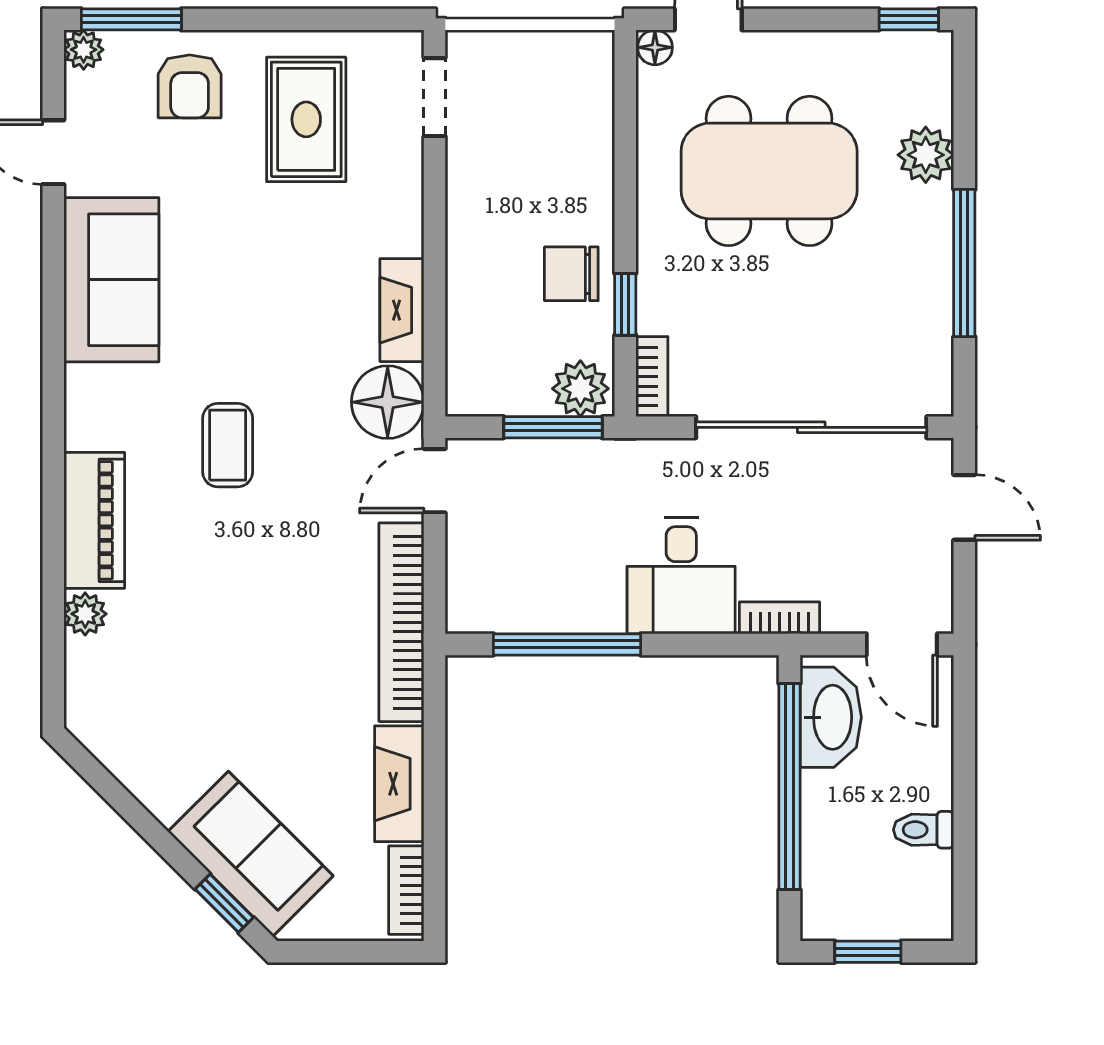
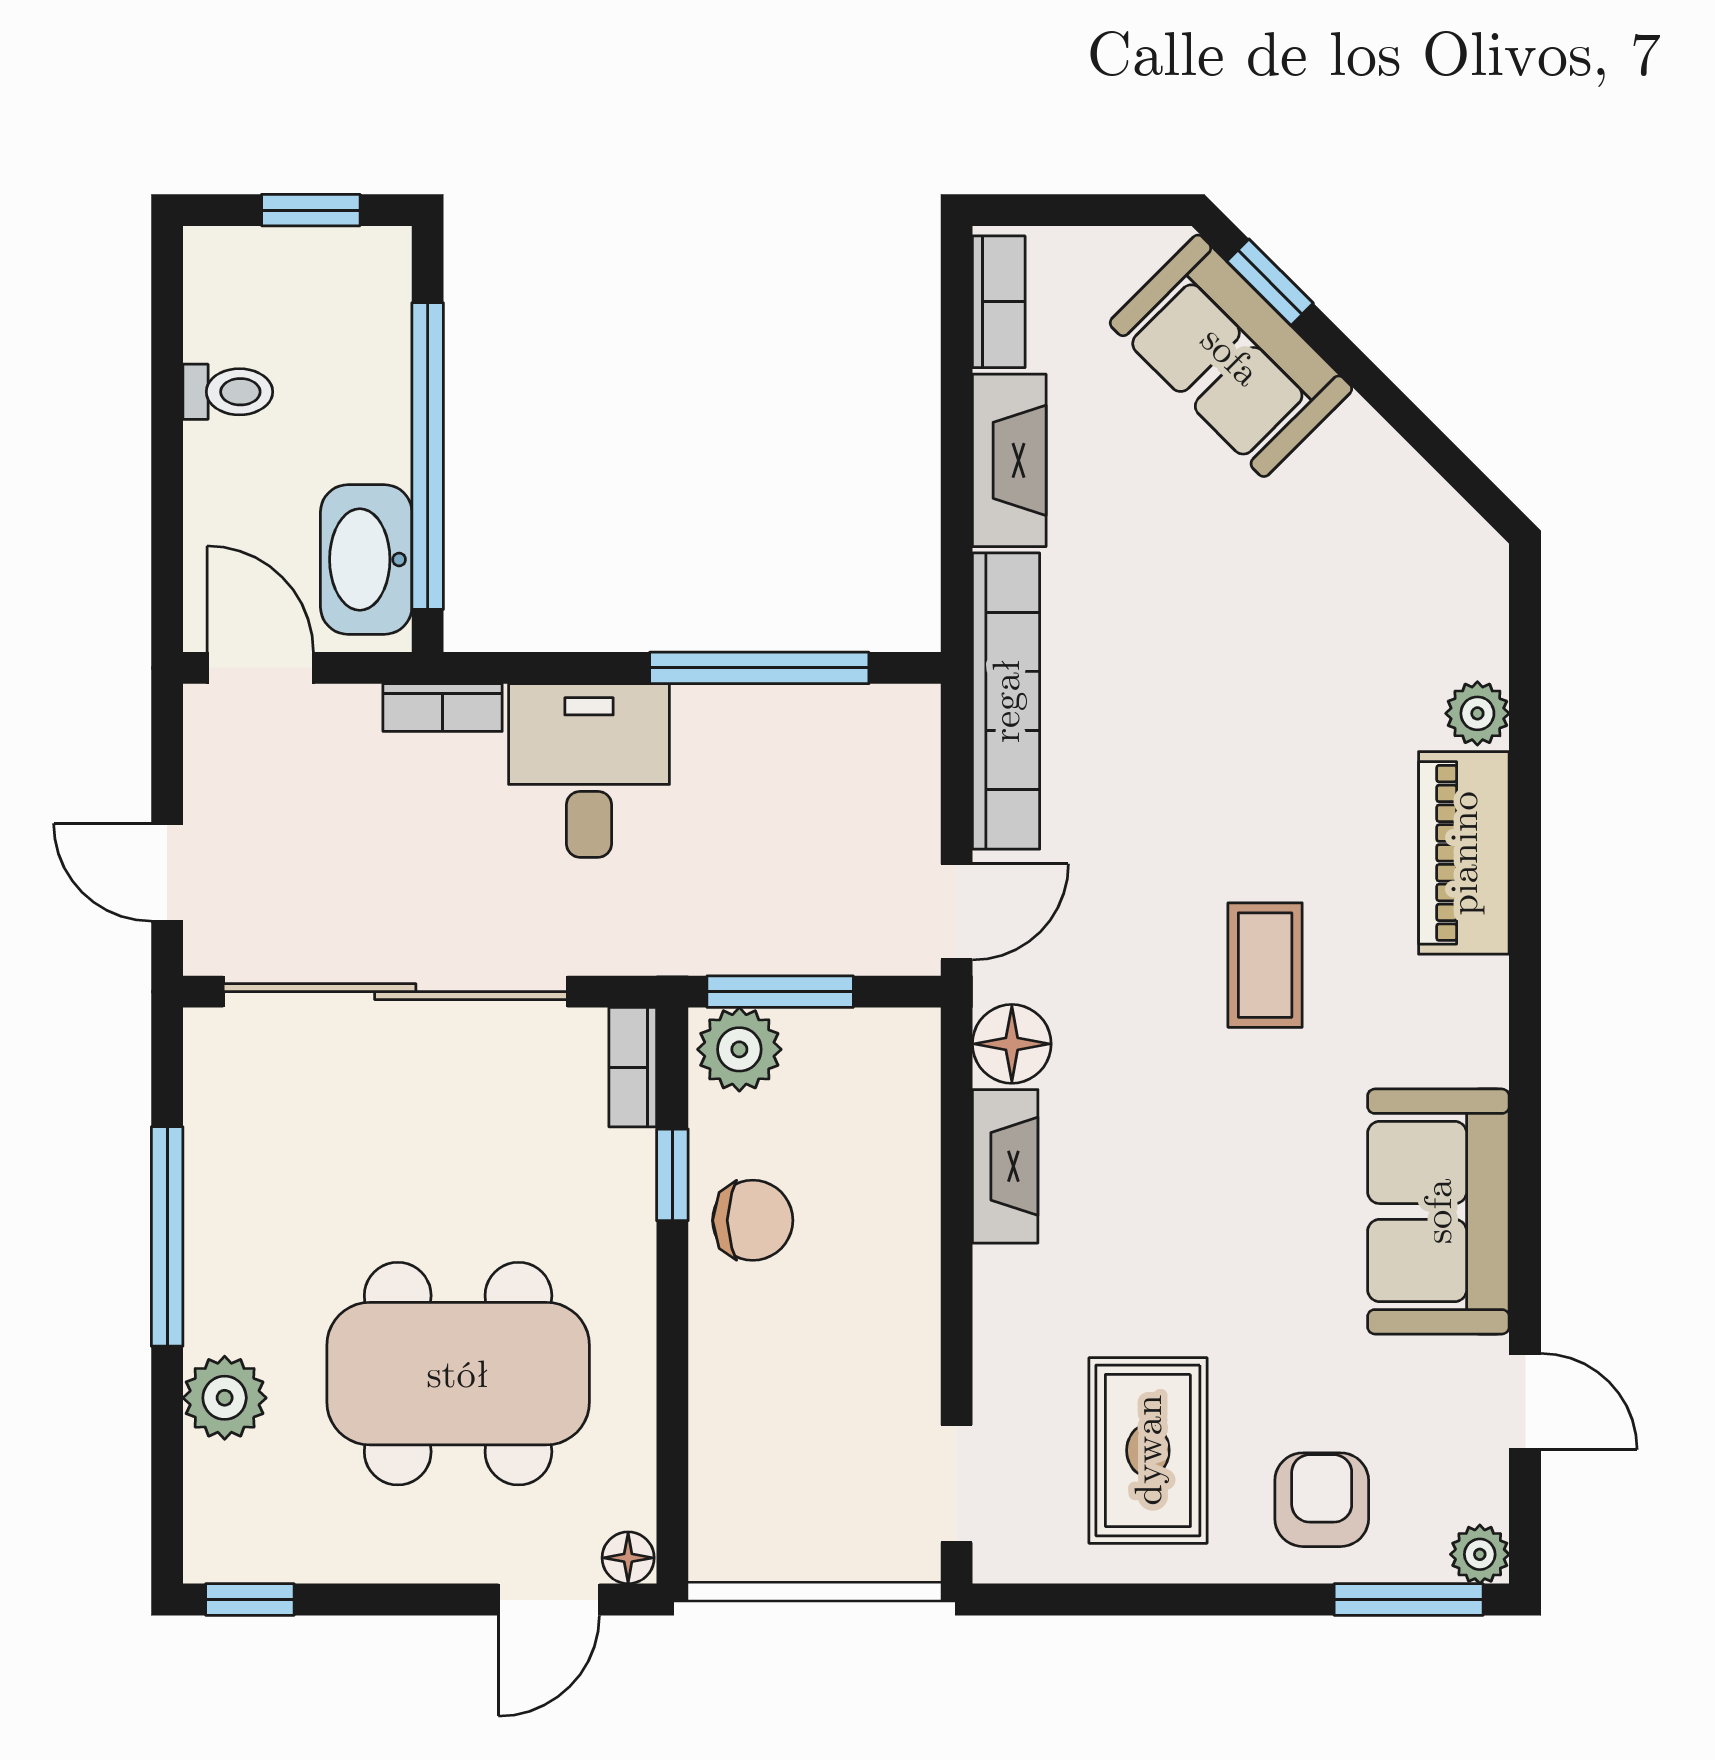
floor lamp: (388, 402) -> (1012, 1044), width x0.73, depth x0.73

